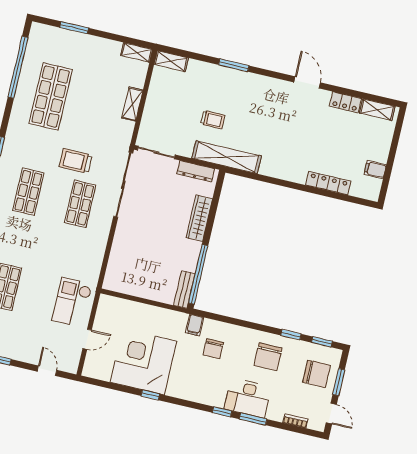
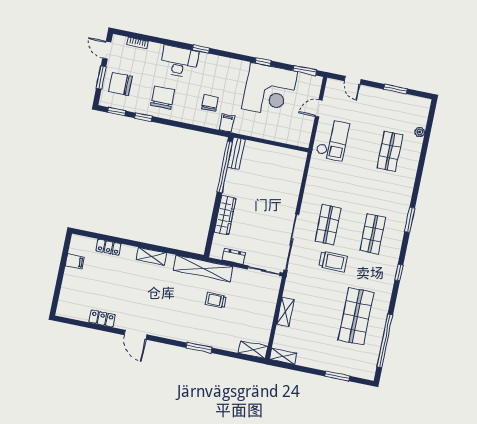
shelving: (377, 110) -> (151, 256), moved
dresser: (196, 171) -> (234, 256), width x0.70
locker: (328, 183) -> (109, 247), width x0.66
window: (253, 419) -> (305, 70), moved

